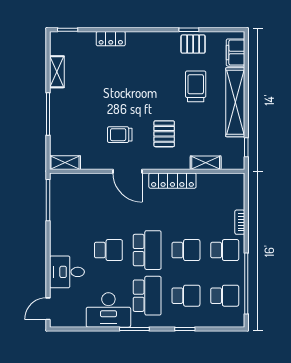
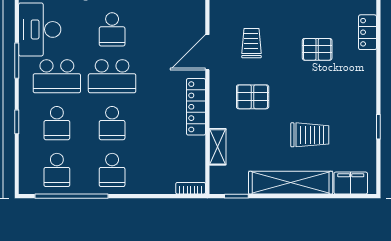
pallet: (193, 44) -> (317, 49), moved, turned 90
bookcase: (240, 222) -> (191, 188), moved

